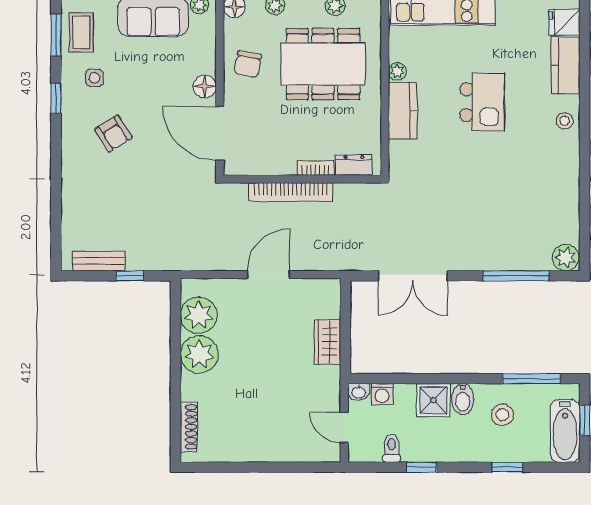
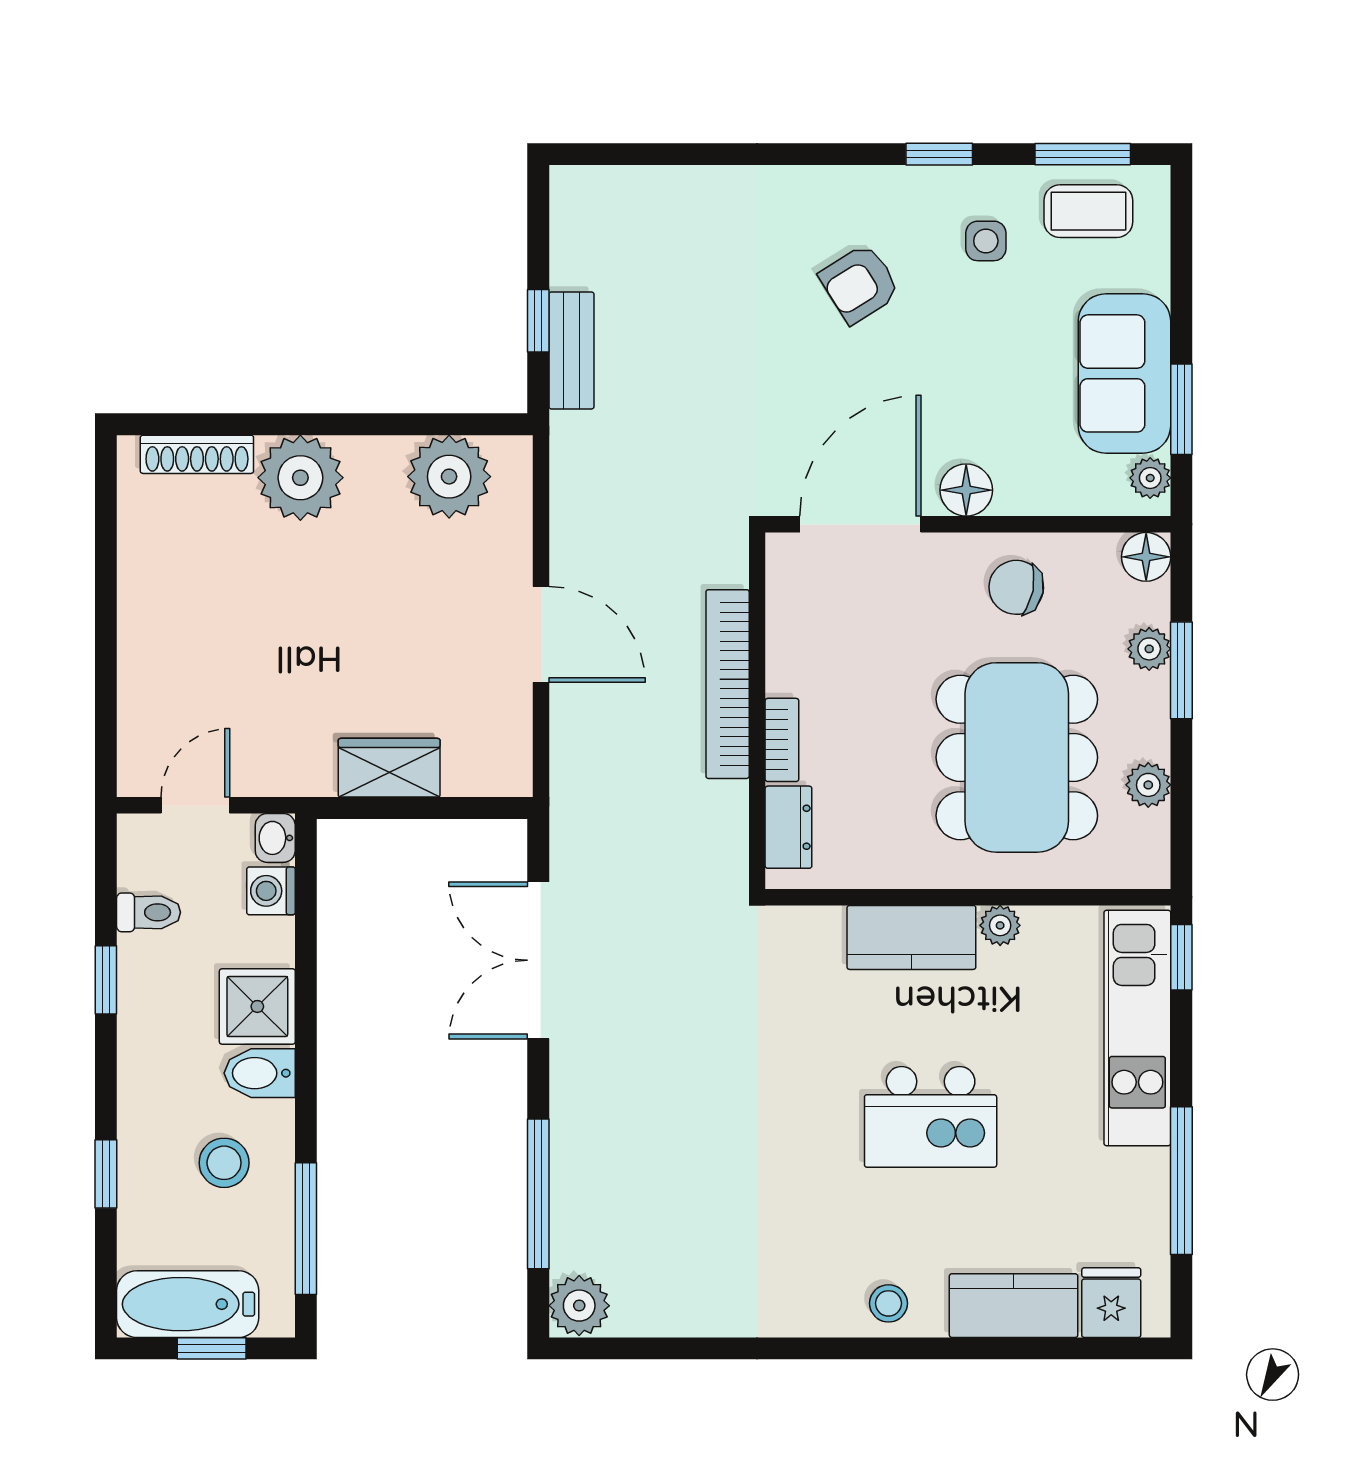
bench: (99, 261) -> (571, 350), moved
plant: (199, 354) -> (300, 478), moved

